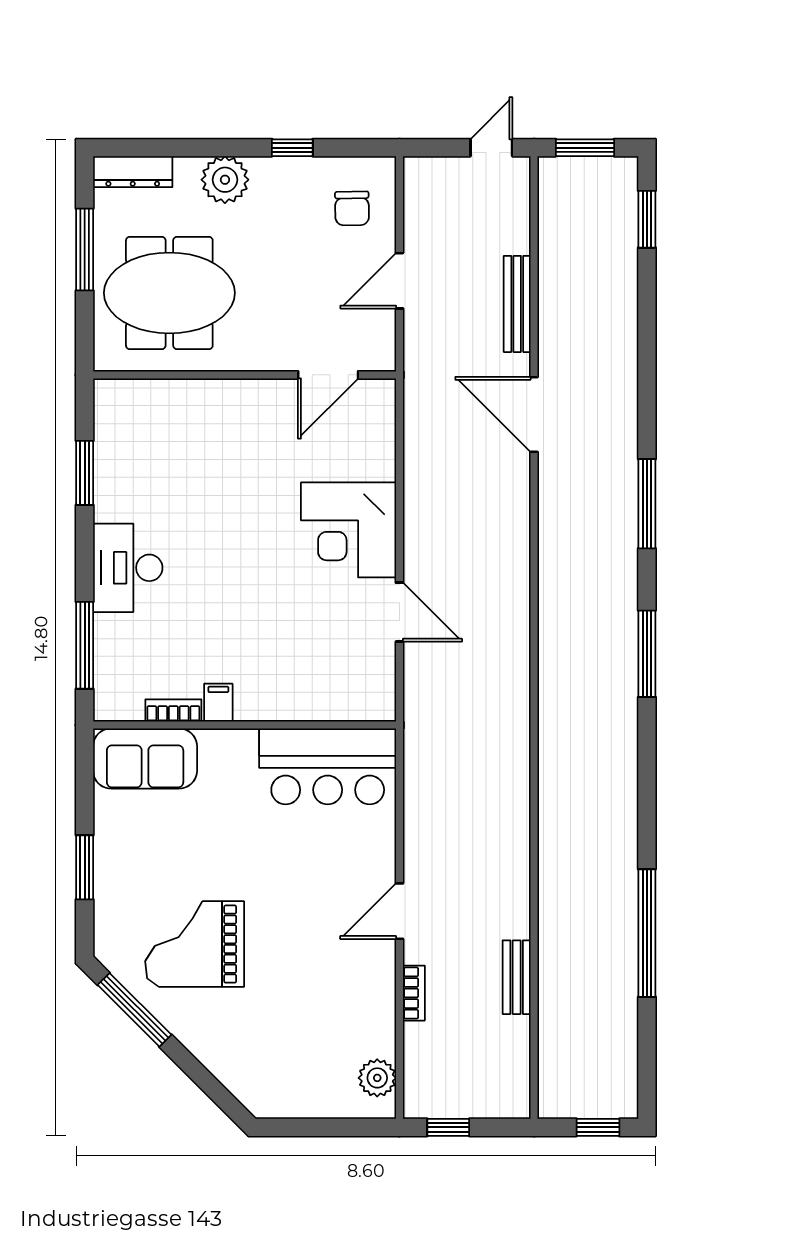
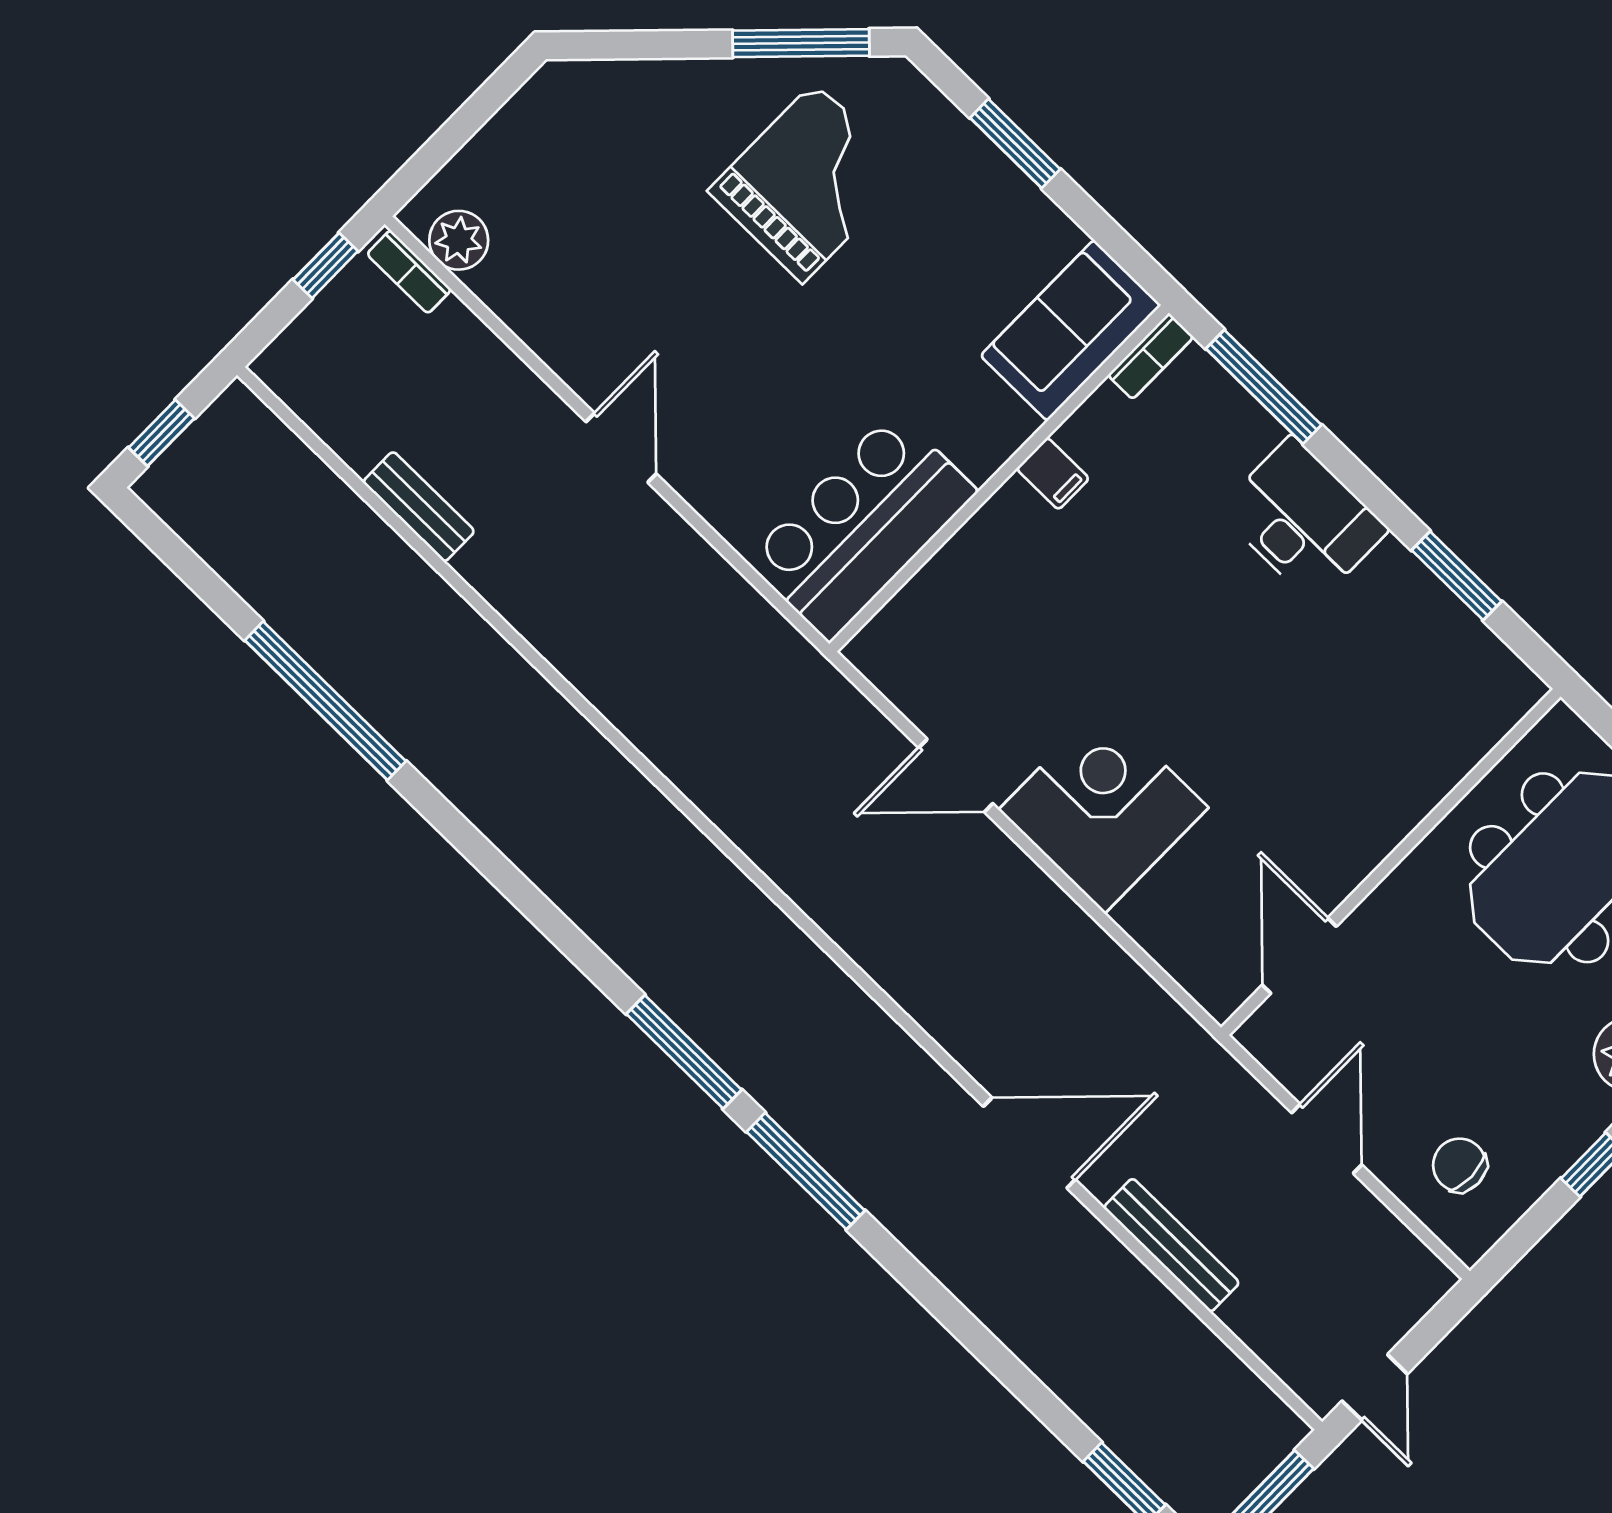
window: (647, 654) -> (684, 1052), moved
bookcase: (173, 710) -> (1151, 356), moved
bookcase: (414, 993) -> (409, 272), moved

